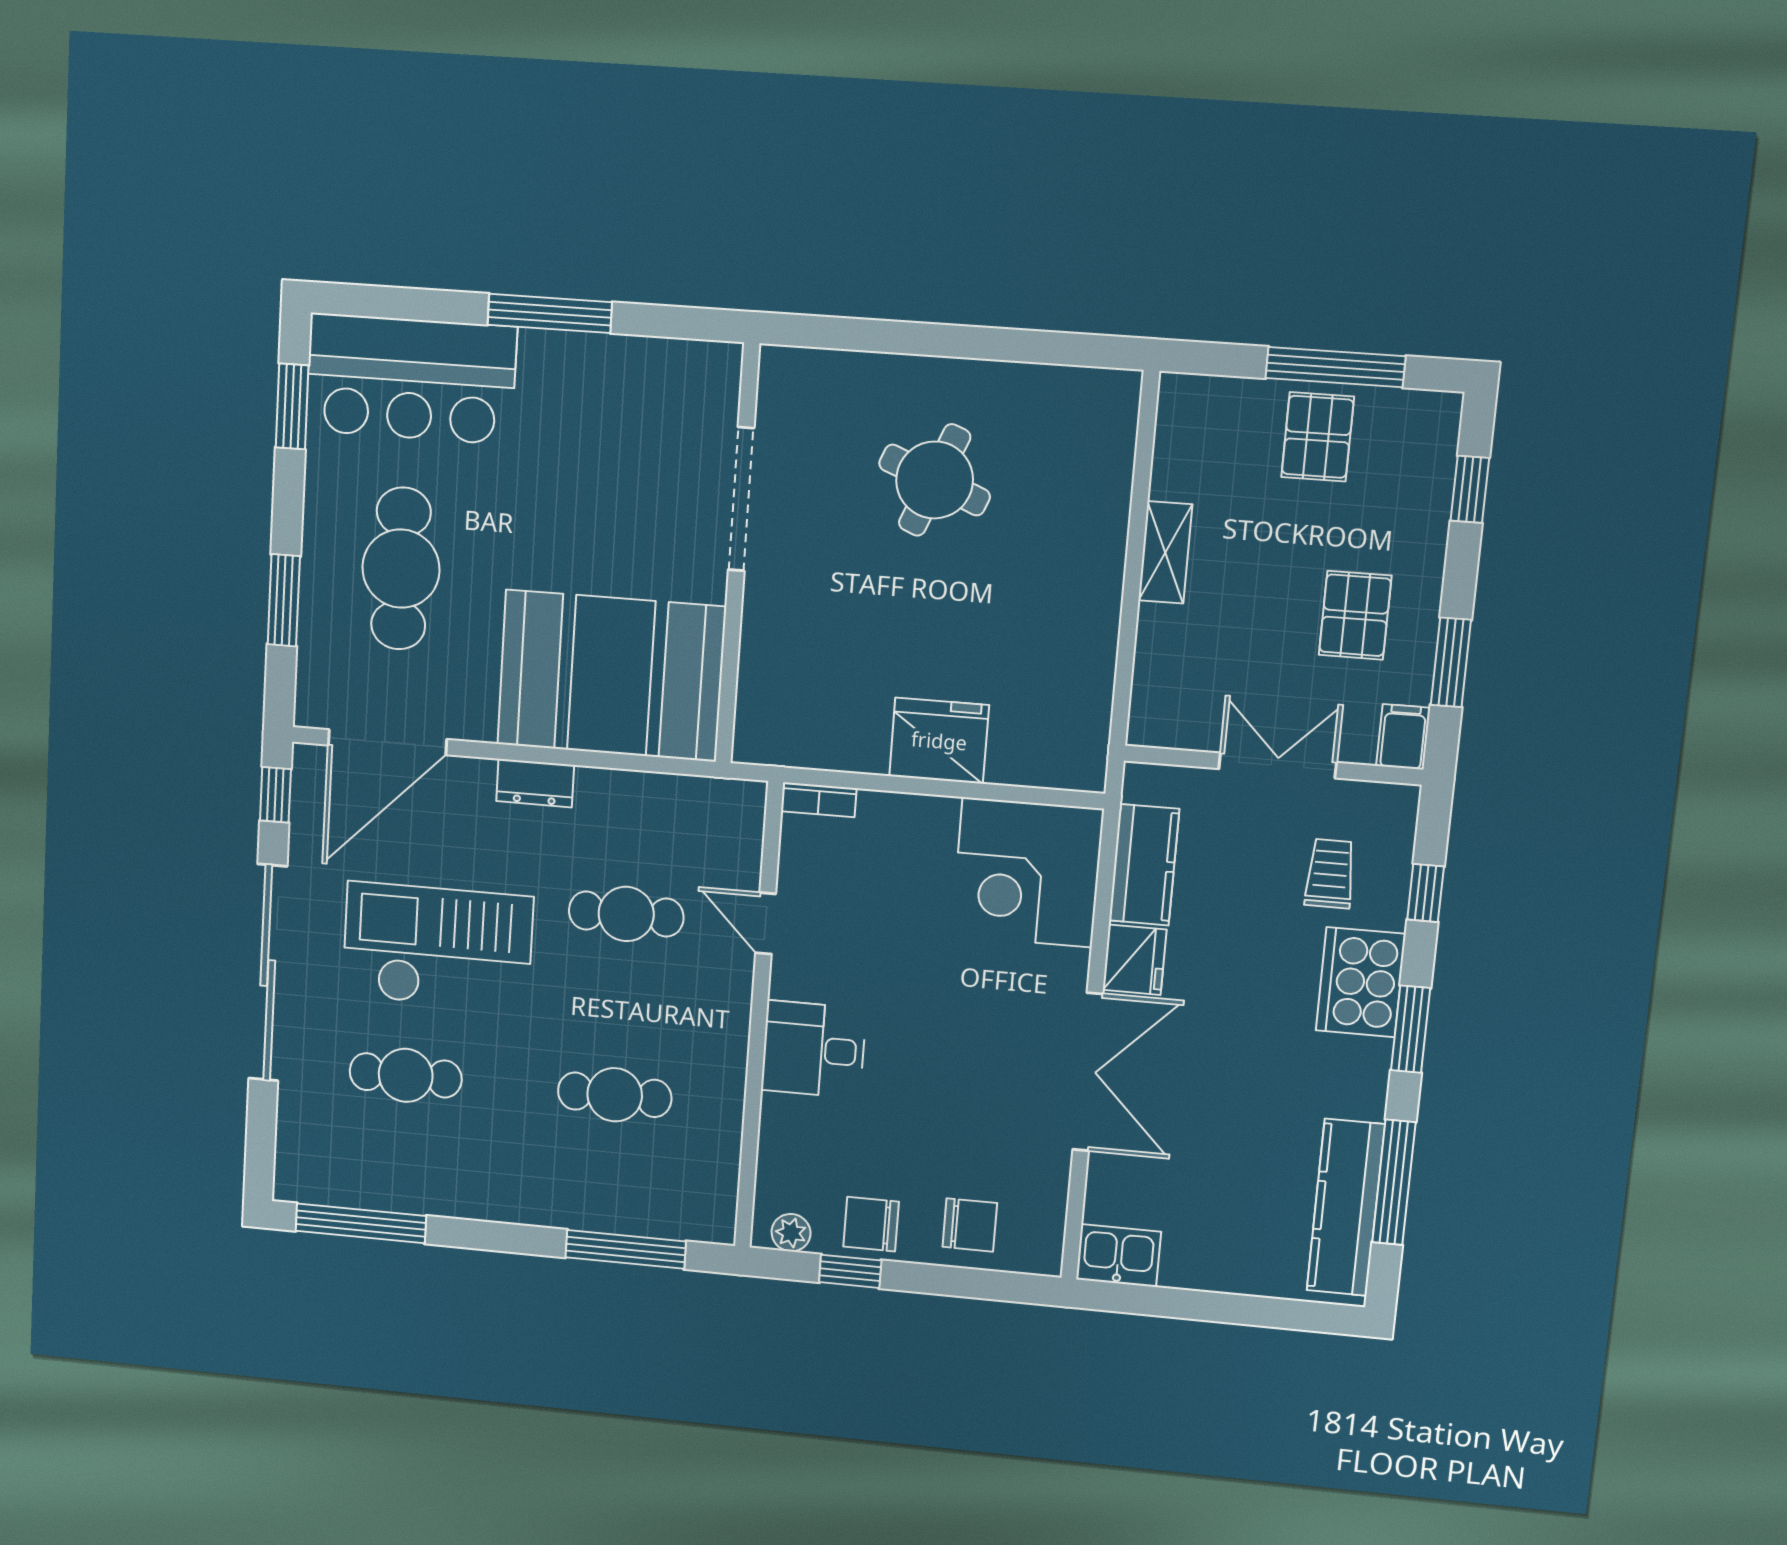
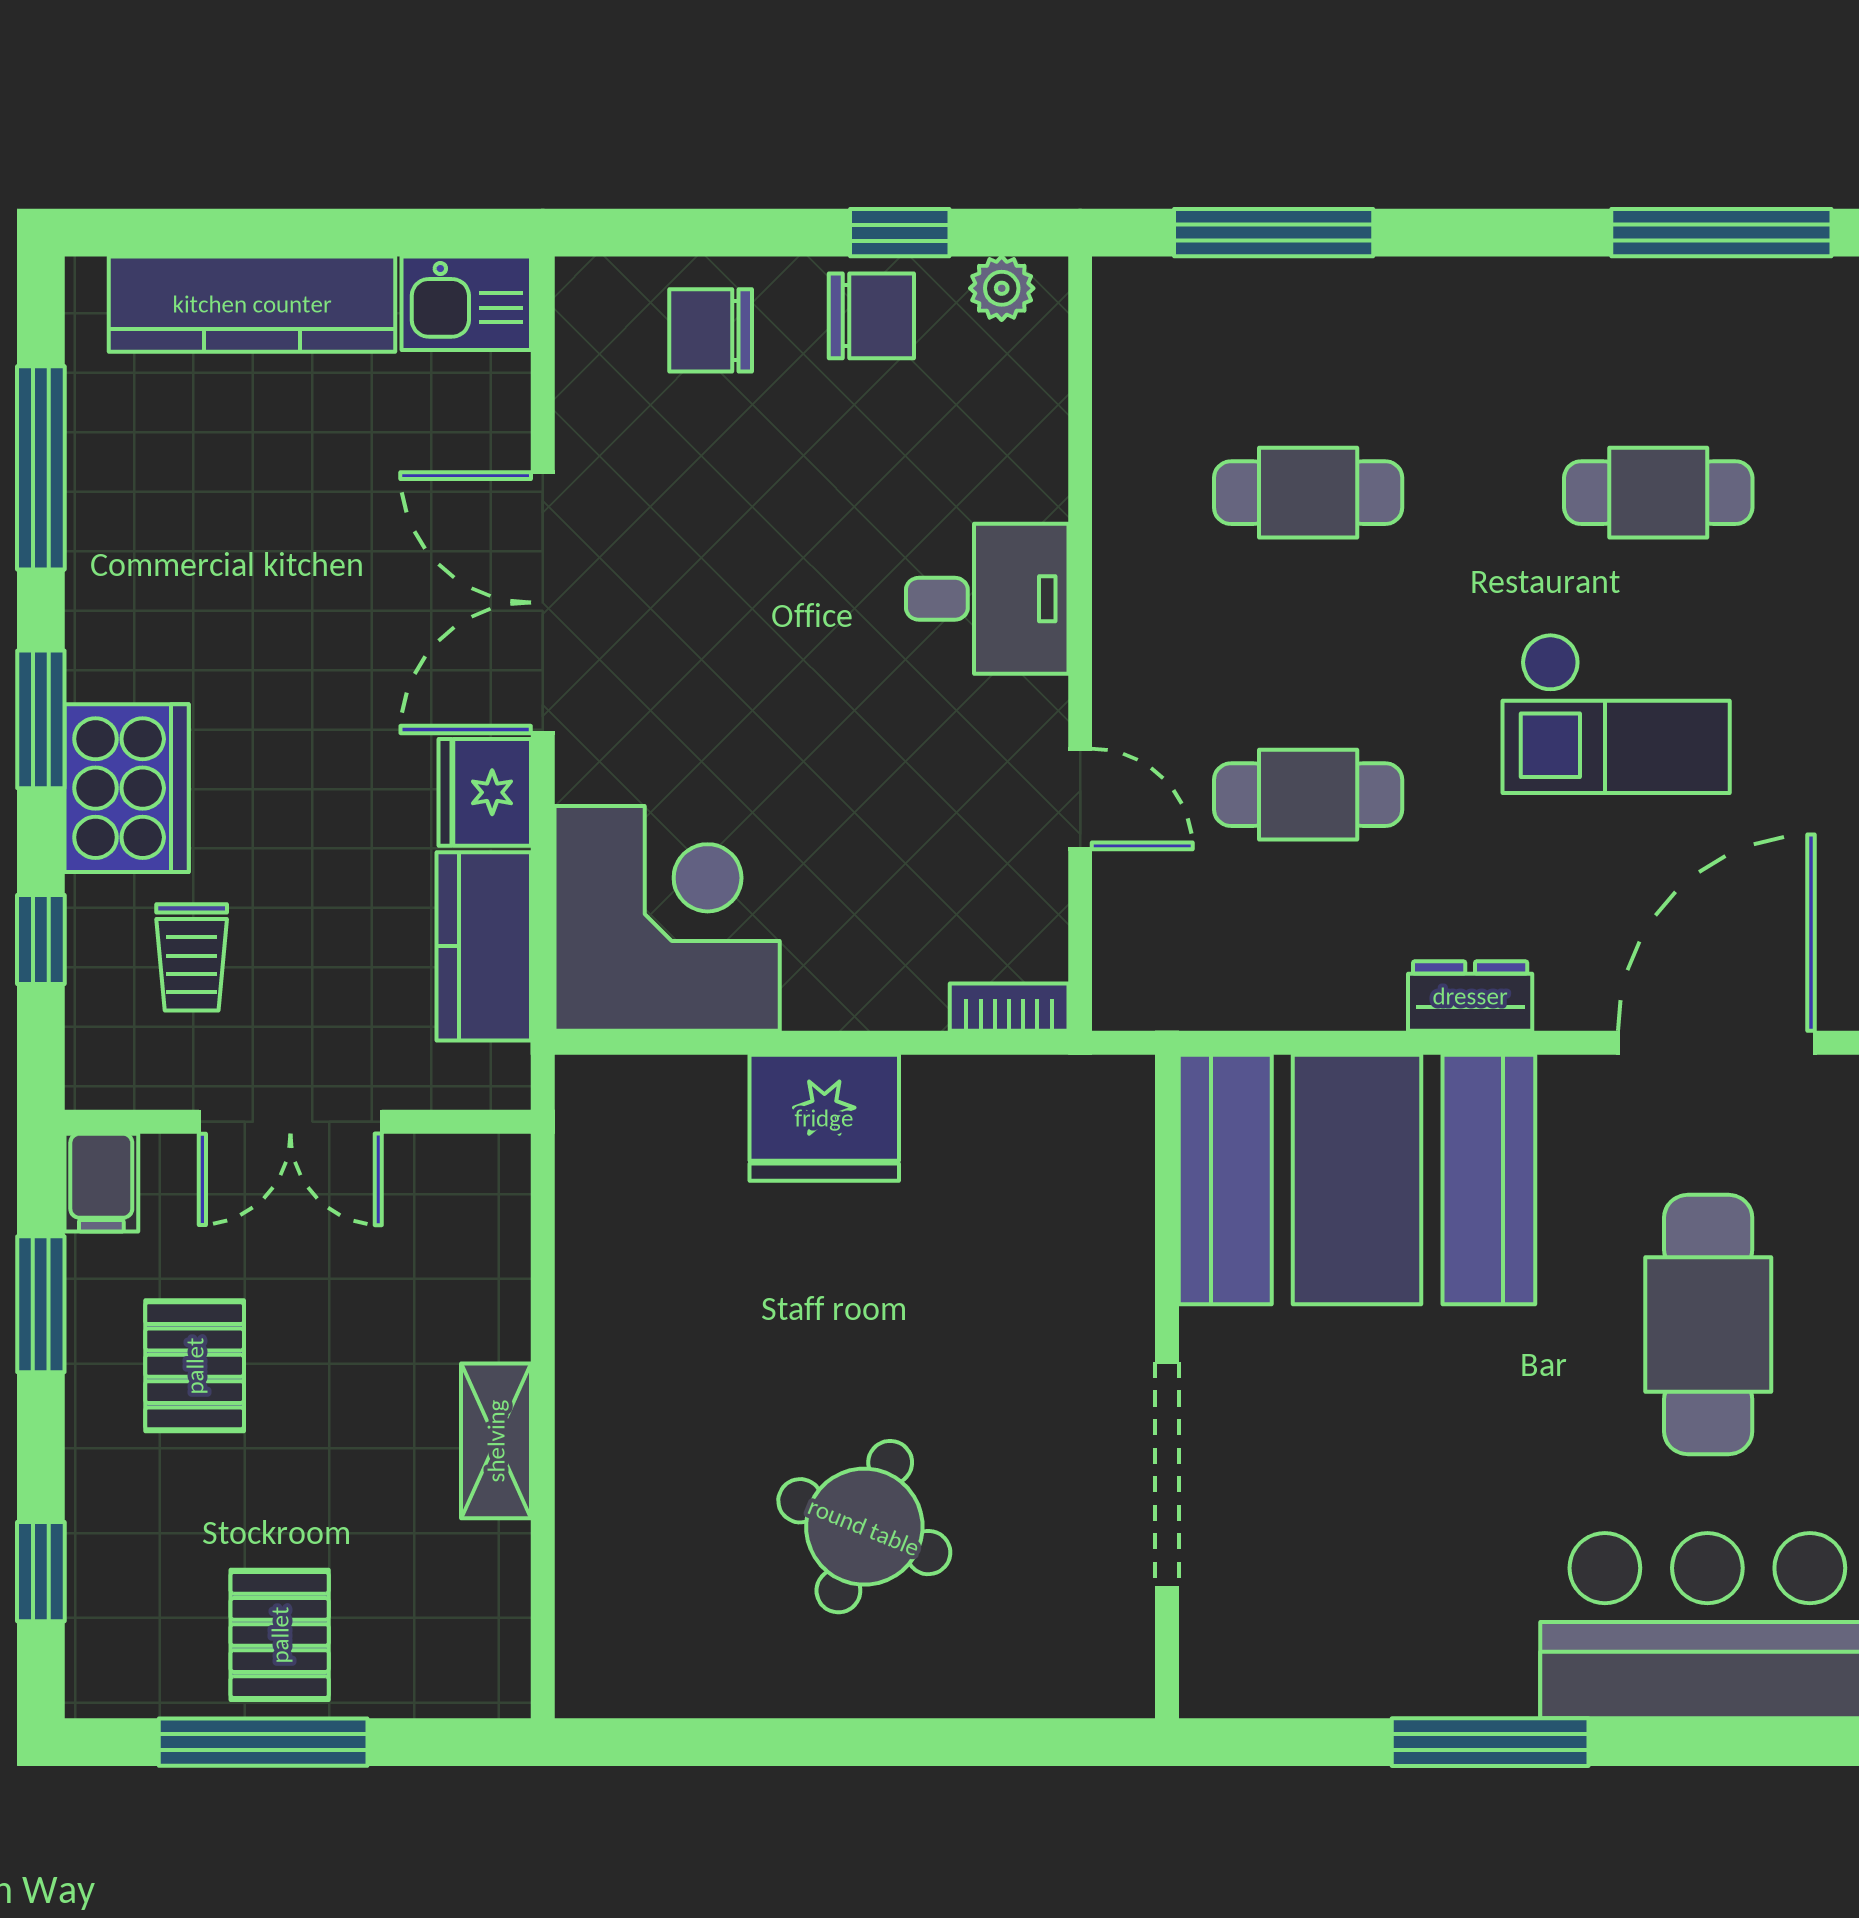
checkout: (438, 947) -> (1616, 713), width x0.73, depth x0.83
kitchen counter: (1346, 1208) -> (252, 304), moved, turned 90

